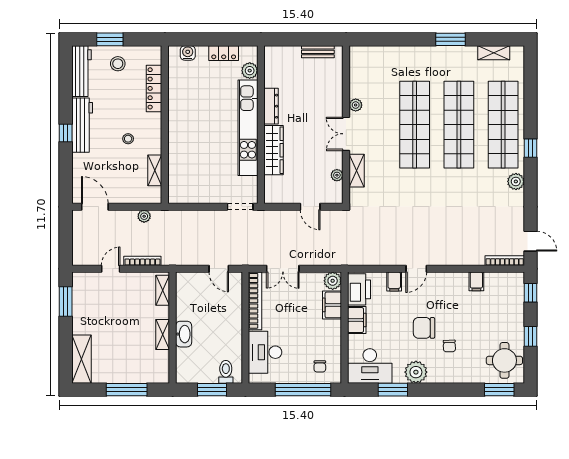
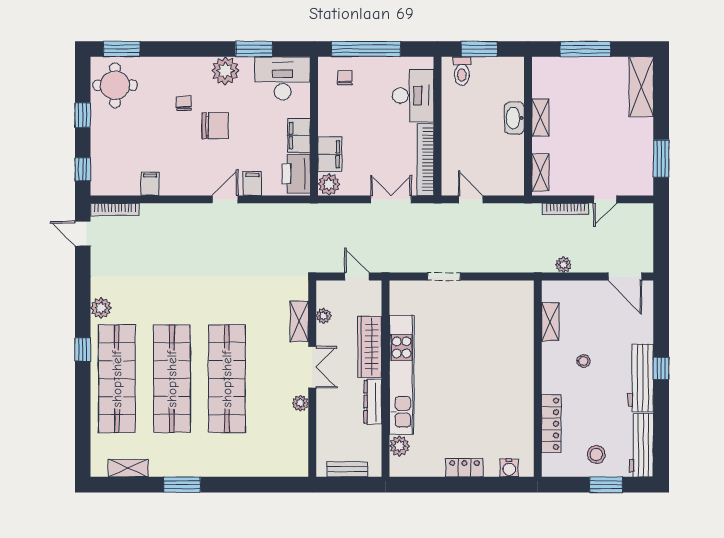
plant: (250, 71) -> (399, 446), moved
dresser: (271, 106) -> (373, 402), moved
wall: (261, 125) -> (385, 379), moved
kitchen unit: (248, 128) -> (402, 375), moved
wardrobe: (274, 150) -> (370, 347), moved

